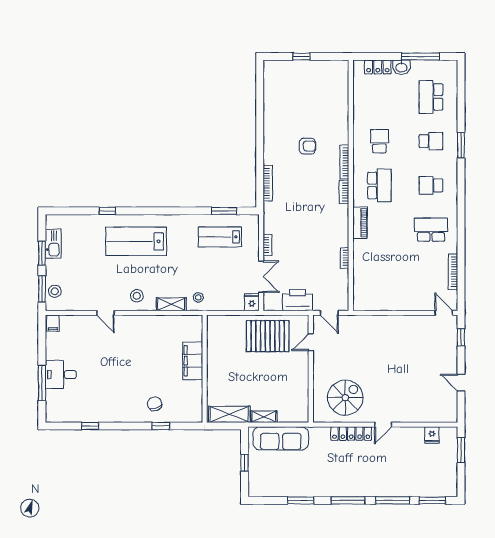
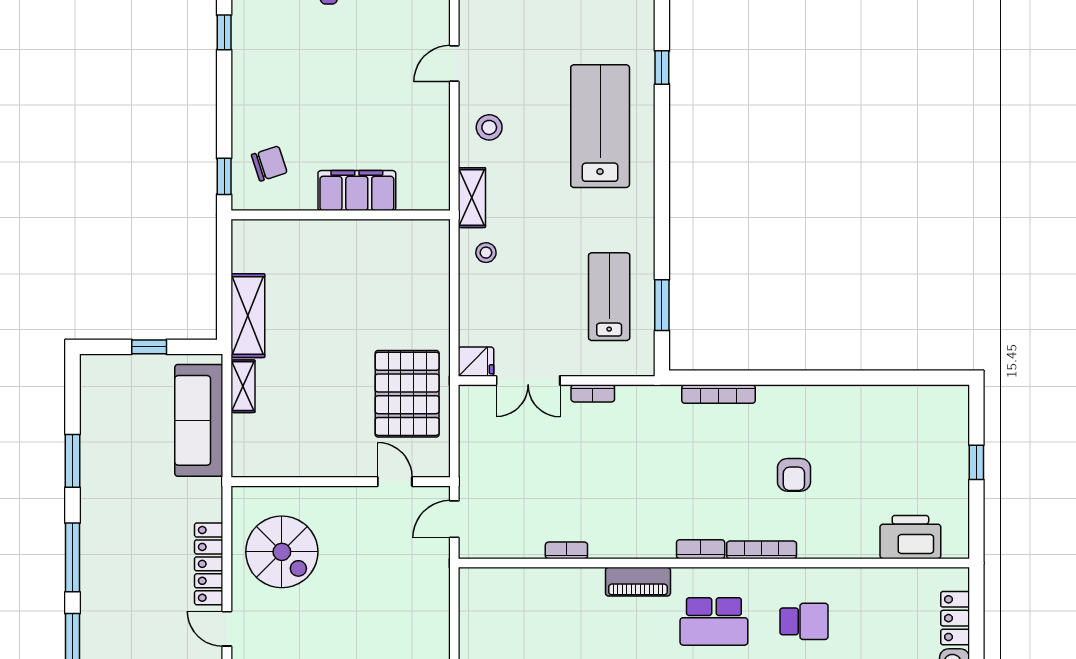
printer: (297, 300) -> (910, 537), moved, turned -90
filing cabinet: (193, 361) -> (357, 191), moved
wall: (205, 369) -> (341, 215), moved

